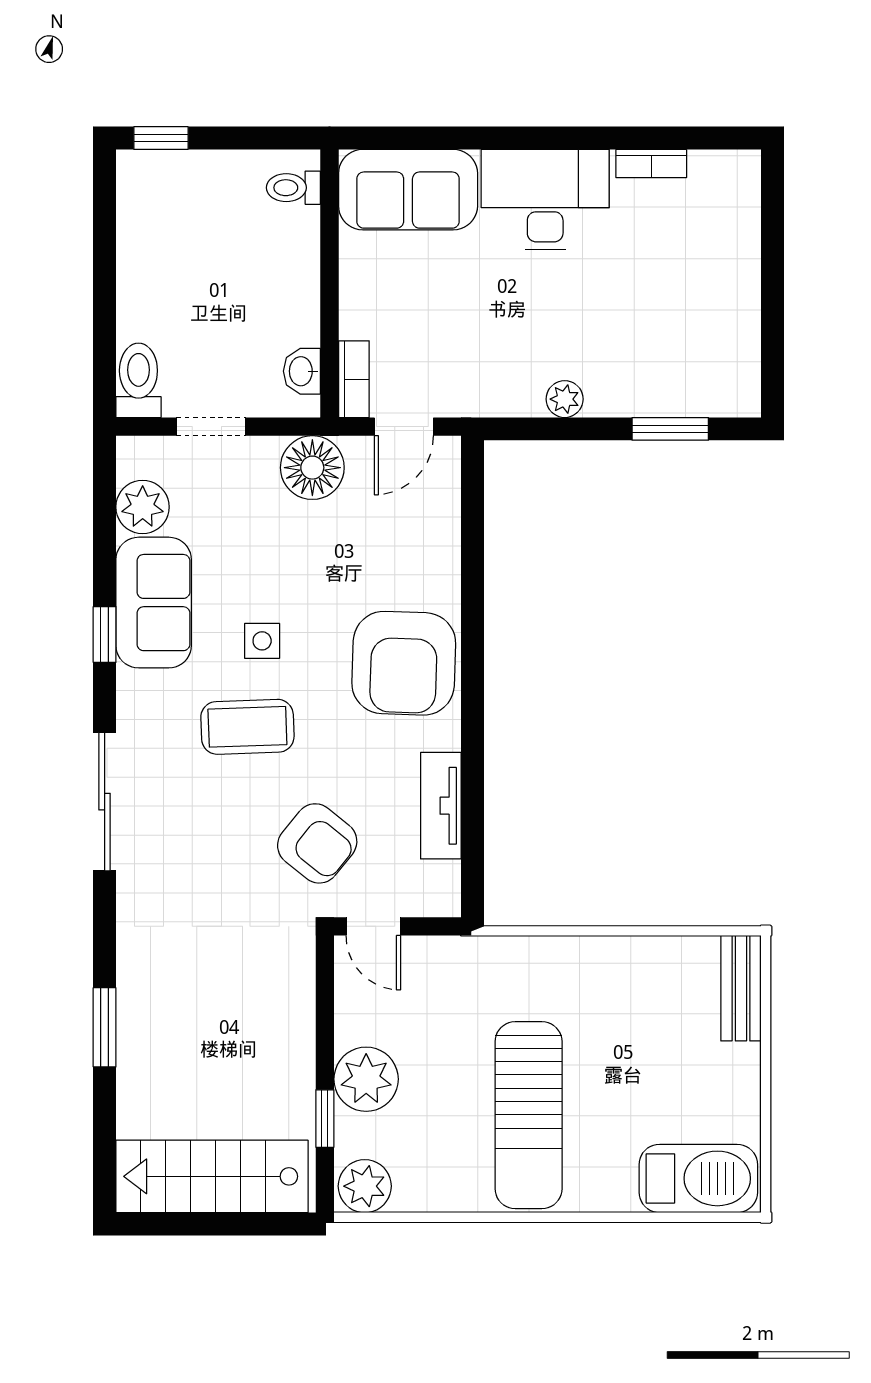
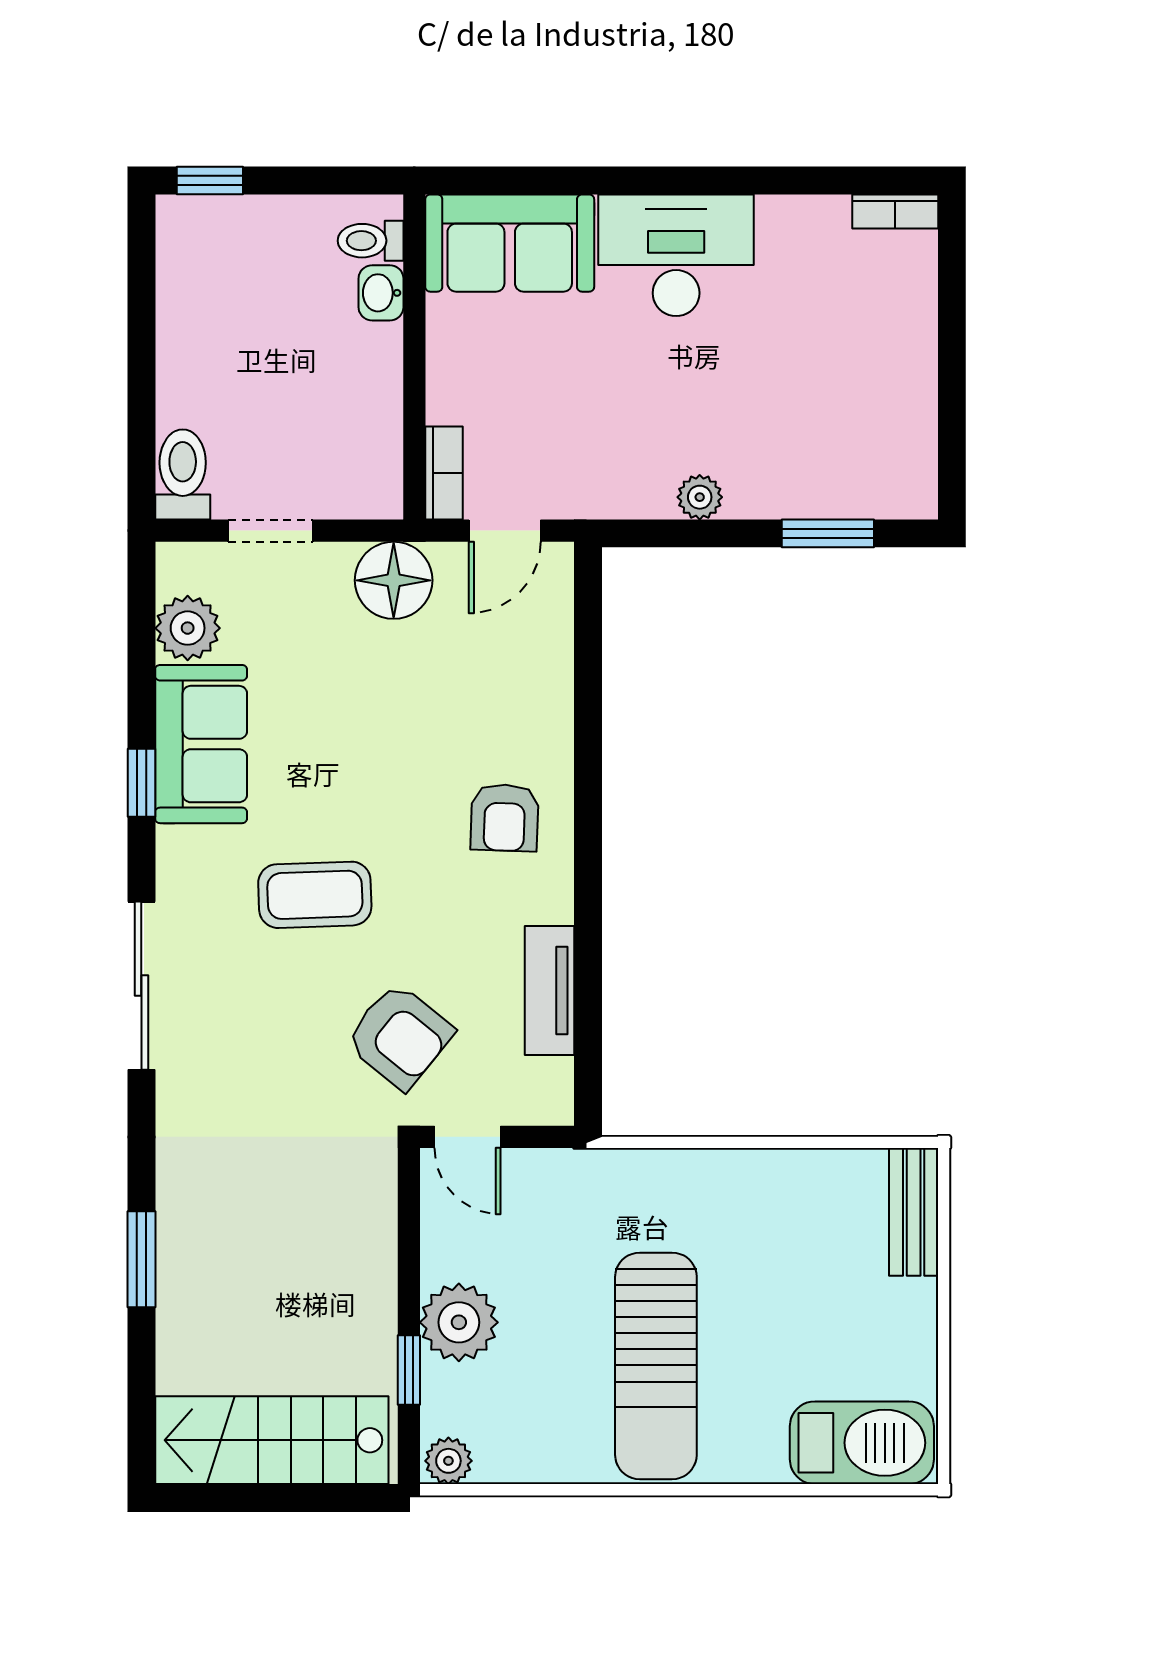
bookcase: (651, 164) -> (895, 211), moved
washbasin: (302, 371) -> (381, 293), moved
side table: (262, 641) -> (333, 791), removed
armchair: (404, 663) -> (505, 818), width x0.53, depth x0.53
plant: (365, 1186) -> (448, 1461), width x0.73, depth x0.73

